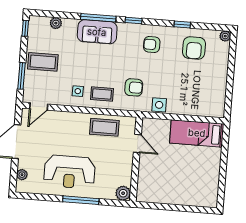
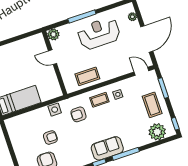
plant: (56, 23) -> (157, 132), width x1.88, depth x1.88
sofa: (97, 32) -> (107, 148), moved
armchair: (152, 44) -> (50, 138), moved
coffee table: (43, 62) -> (152, 105), turned 90
door: (39, 106) -> (141, 71), hinge flipped
door: (137, 144) -> (53, 57), moved

